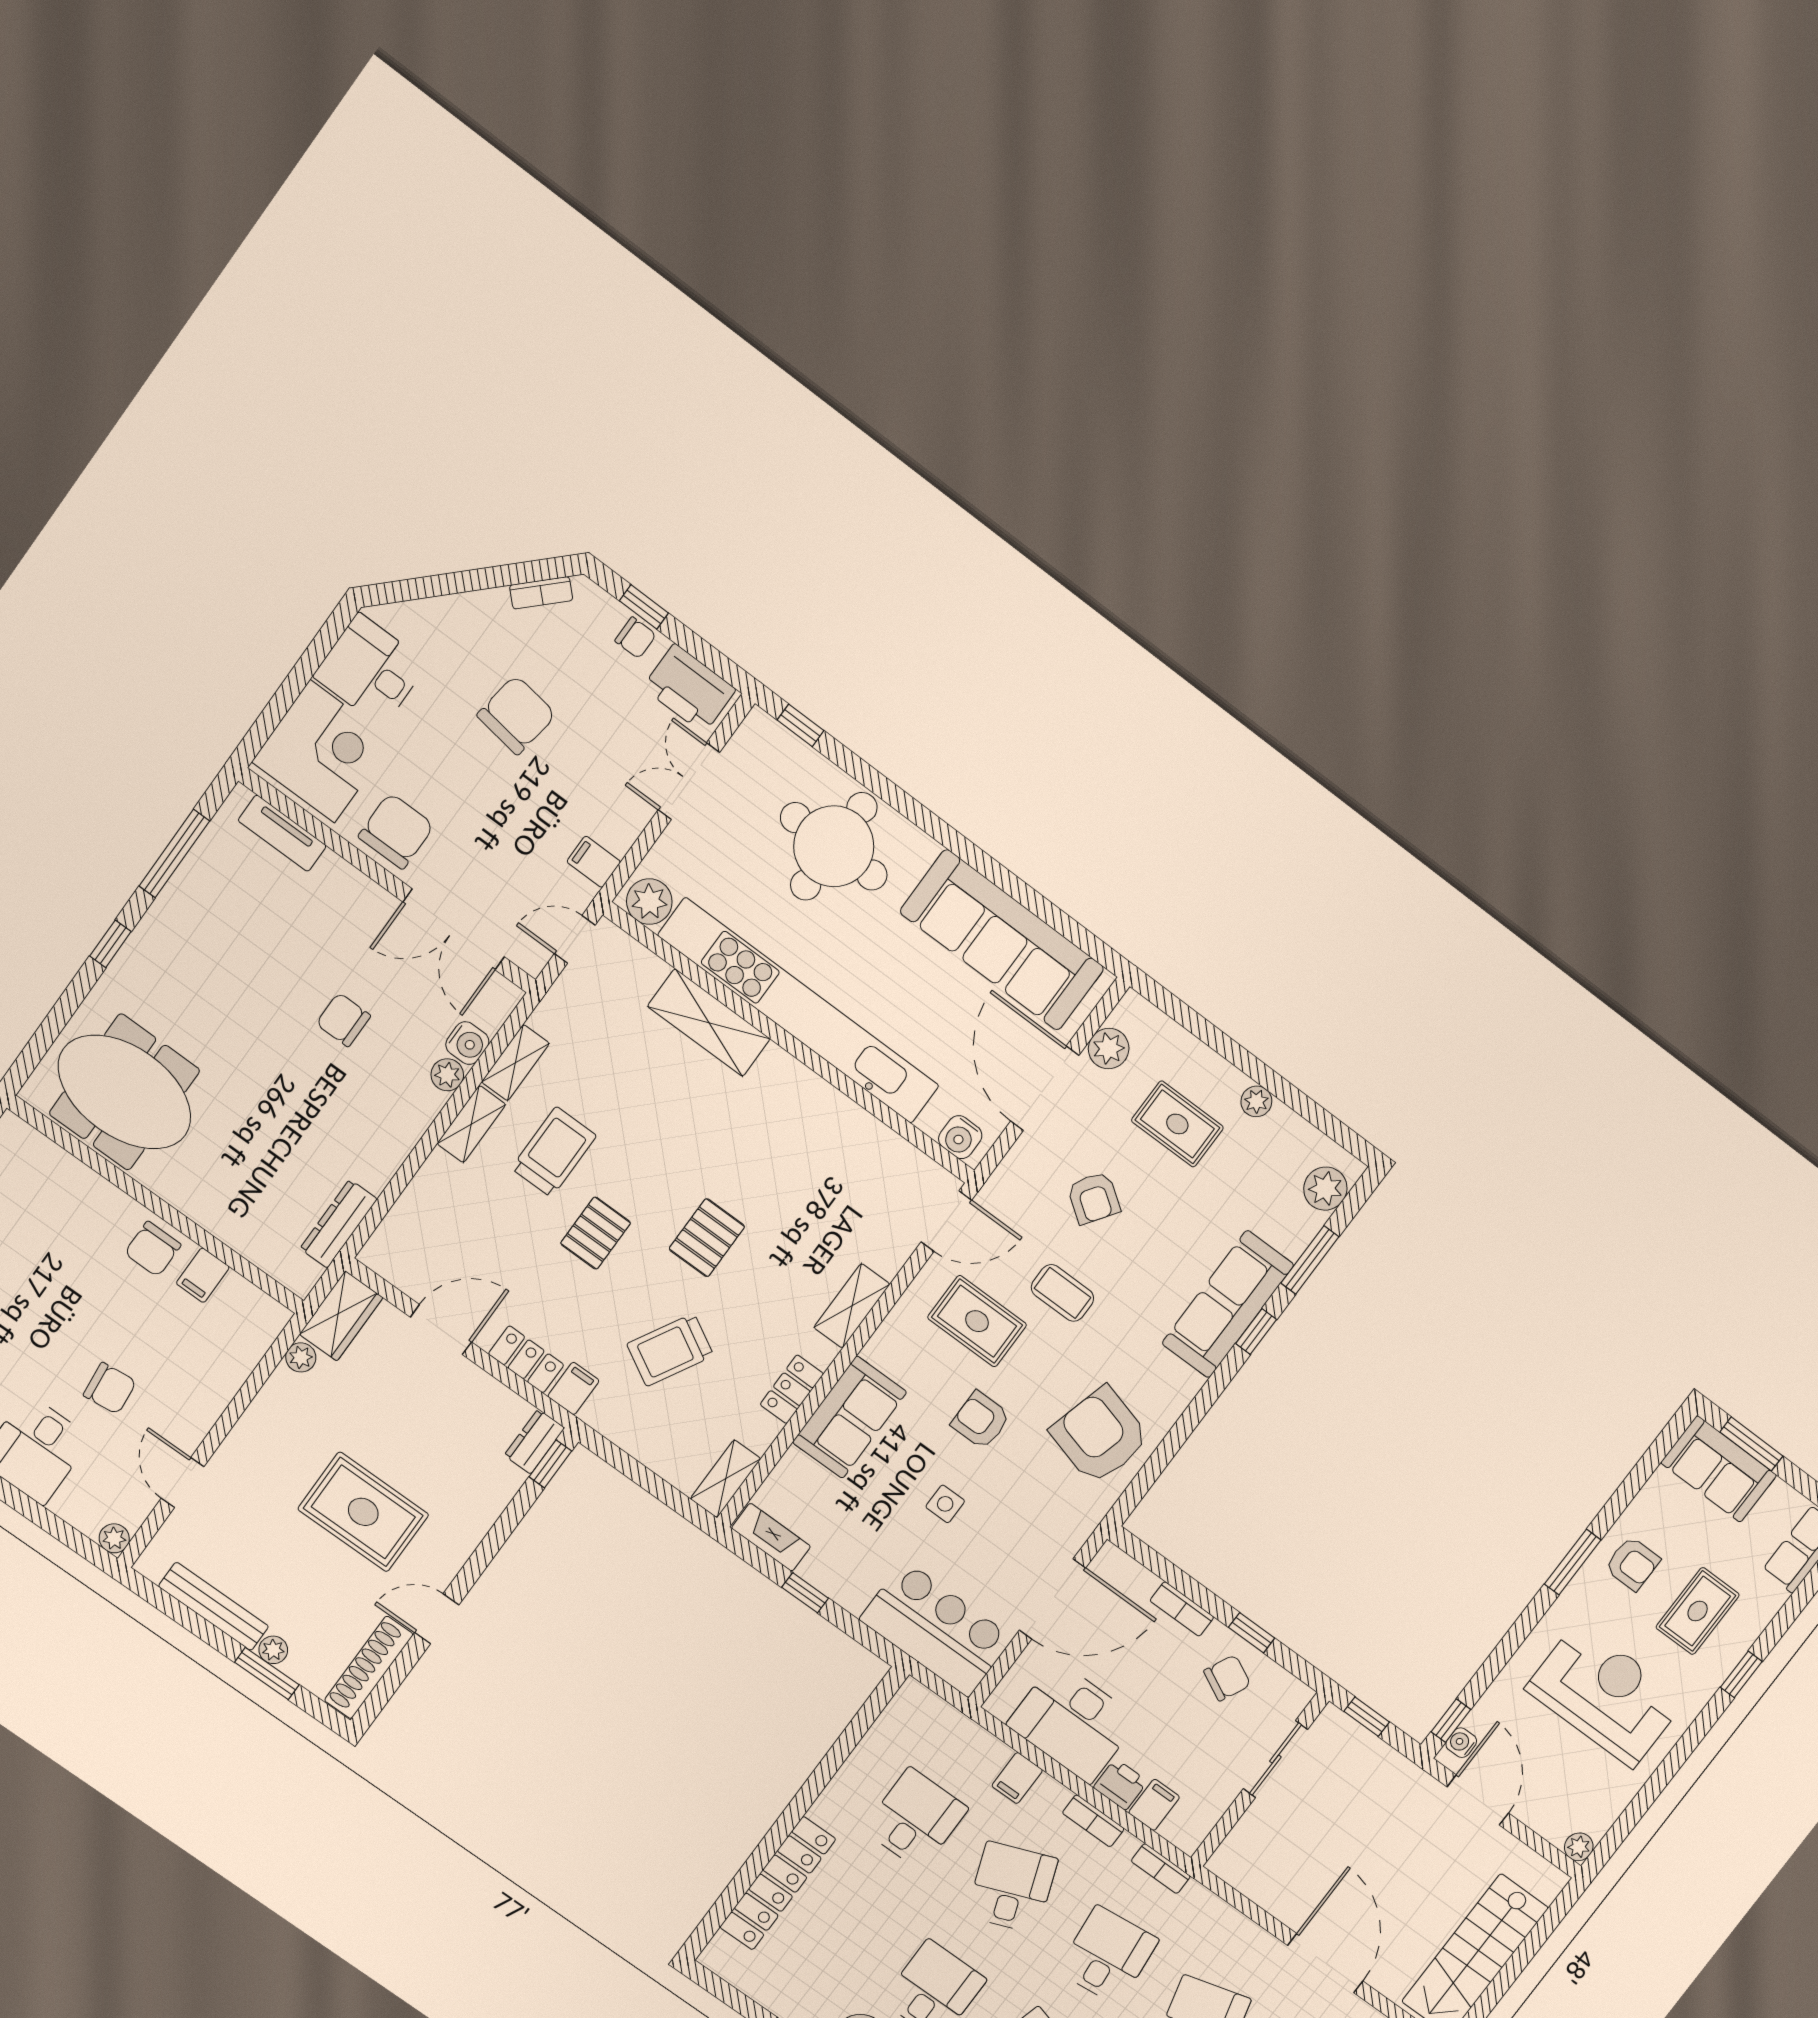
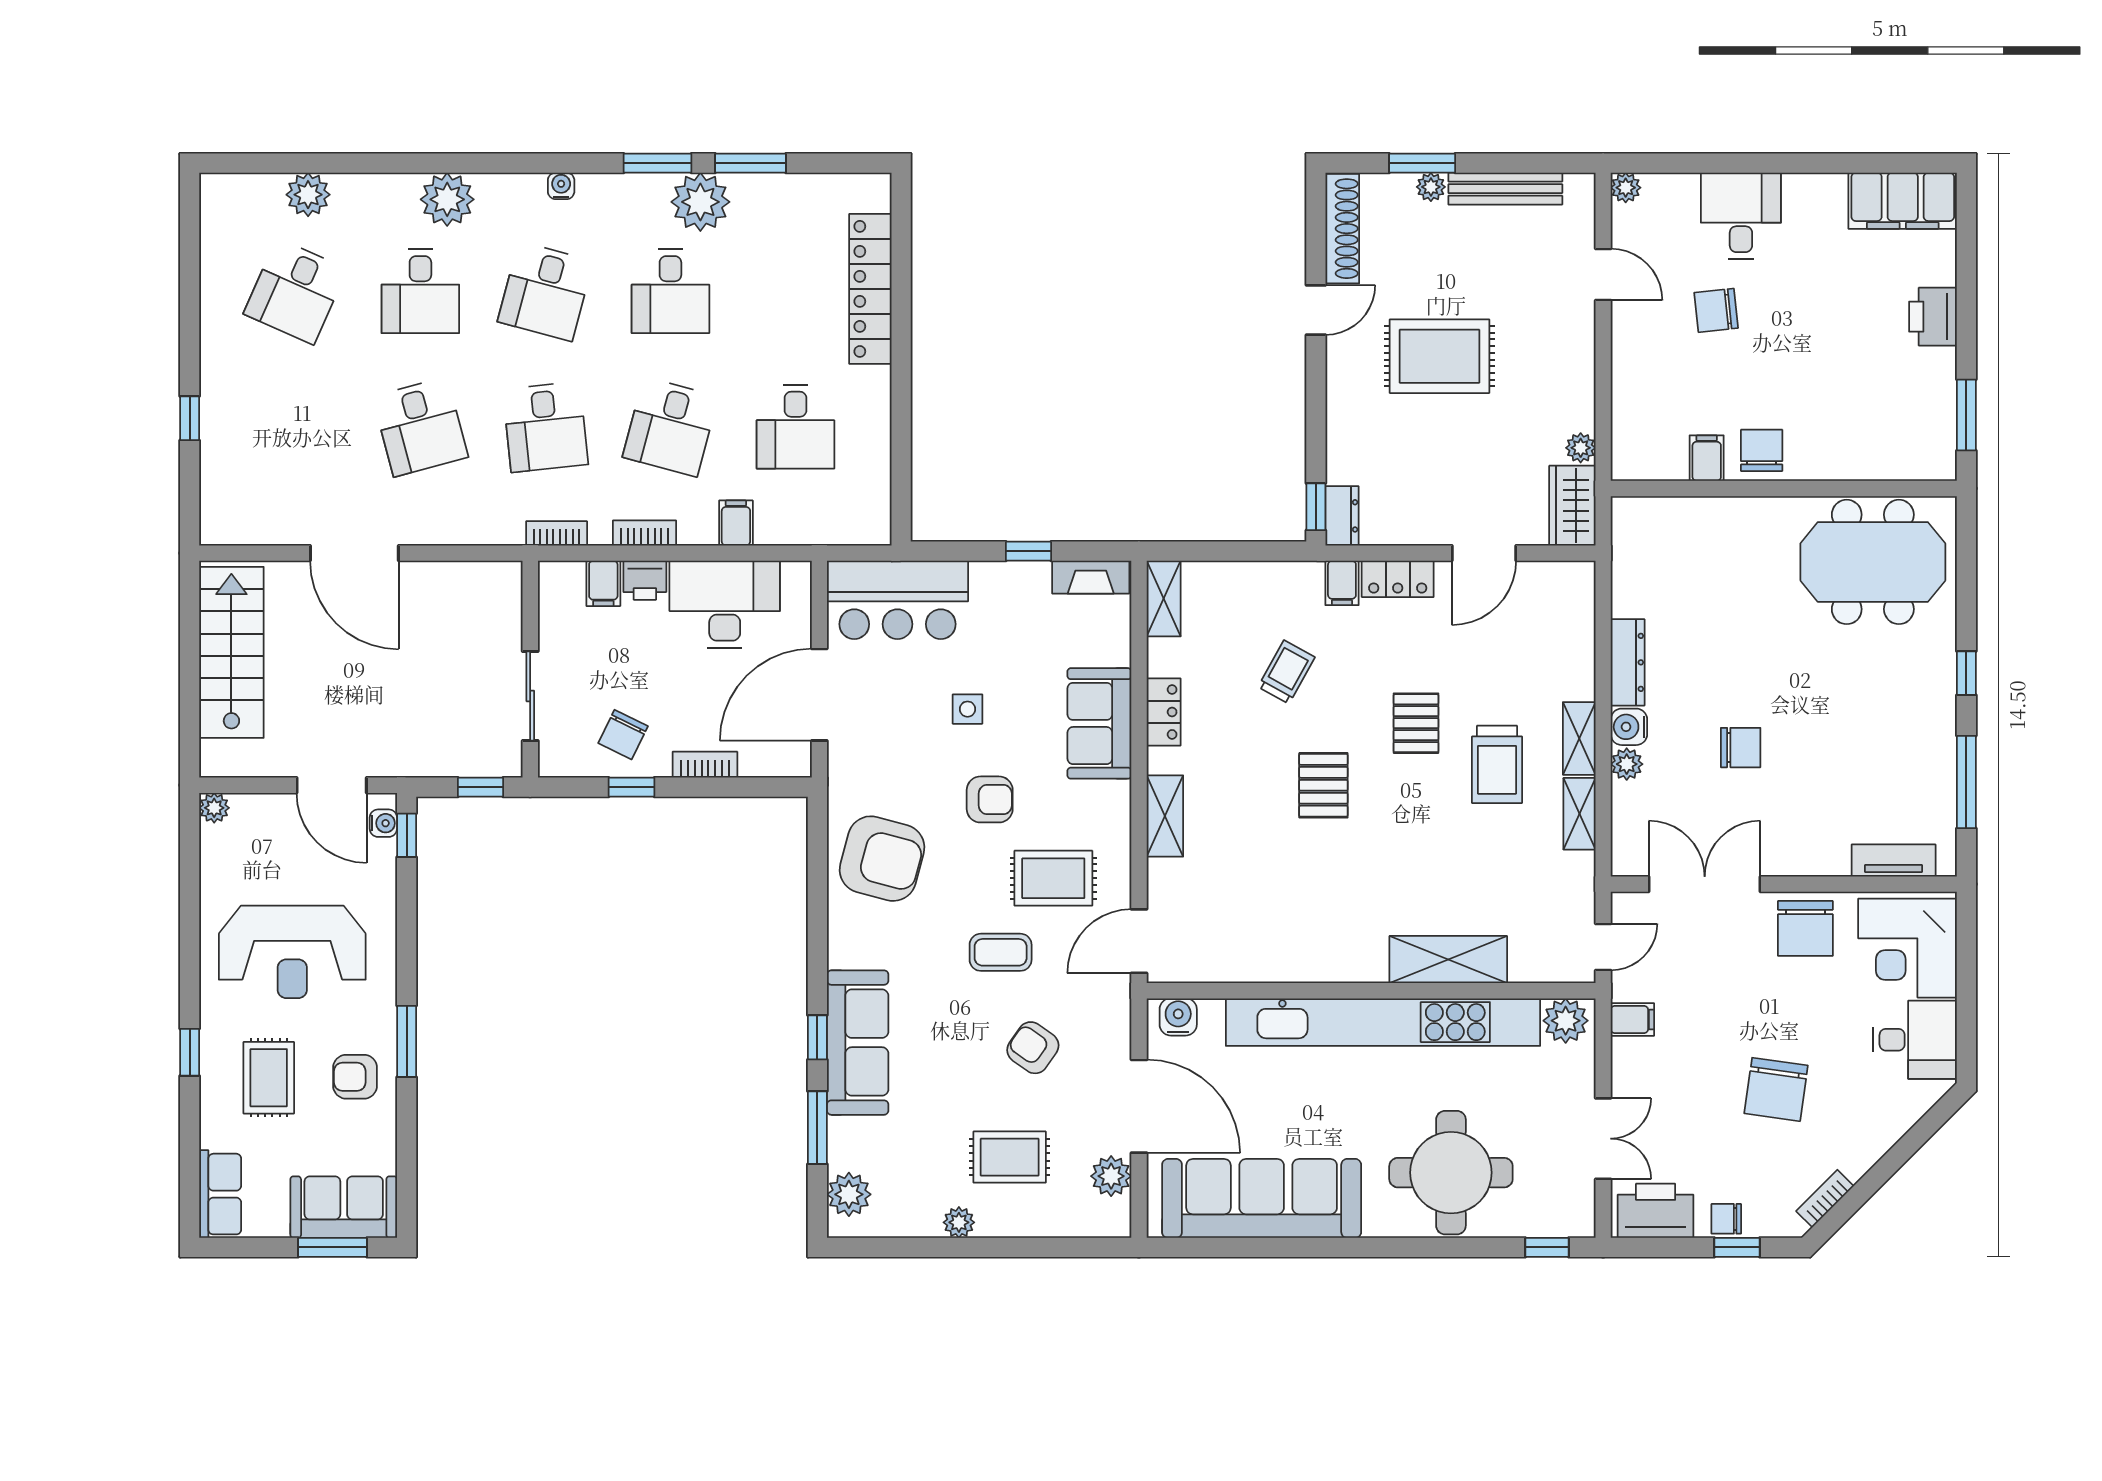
water cooler: (467, 1043) -> (1629, 727), moved
dresser: (339, 1224) -> (1628, 662), moved
trolley: (670, 1350) -> (1286, 672), width x0.73, depth x0.72
desk: (1012, 1887) -> (670, 427), turned 36

